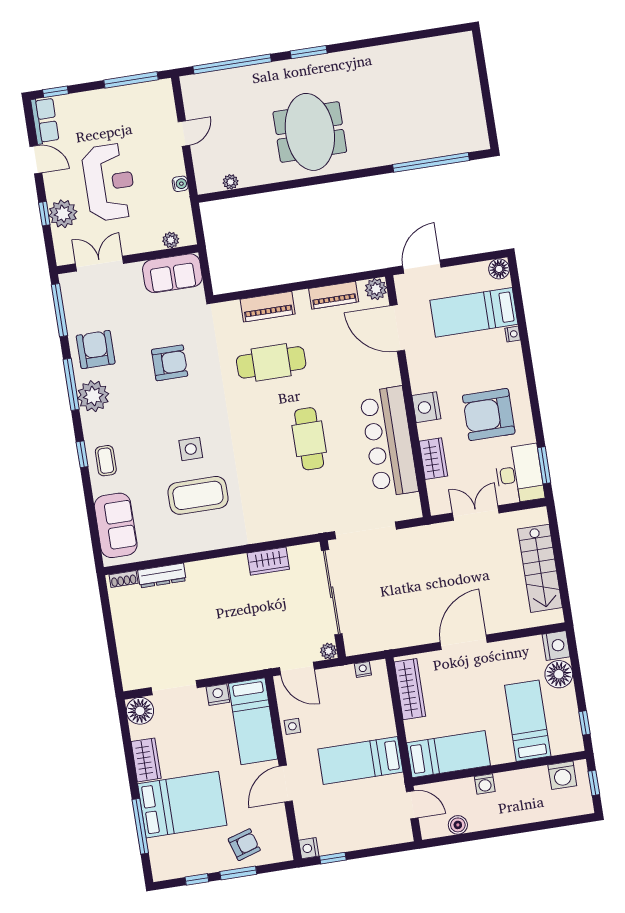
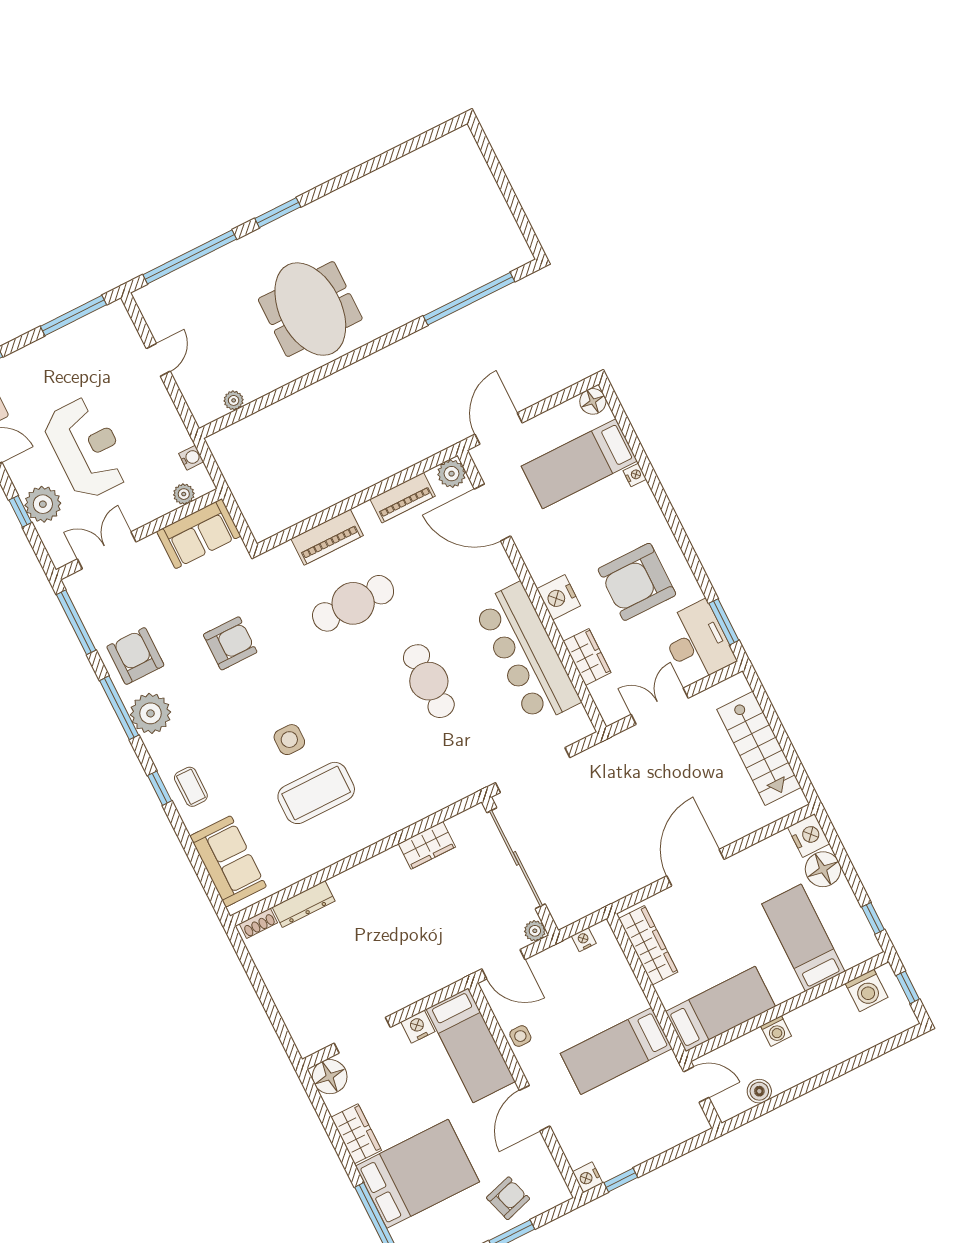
water cooler: (180, 184) -> (191, 458), moved

